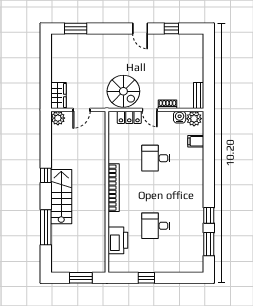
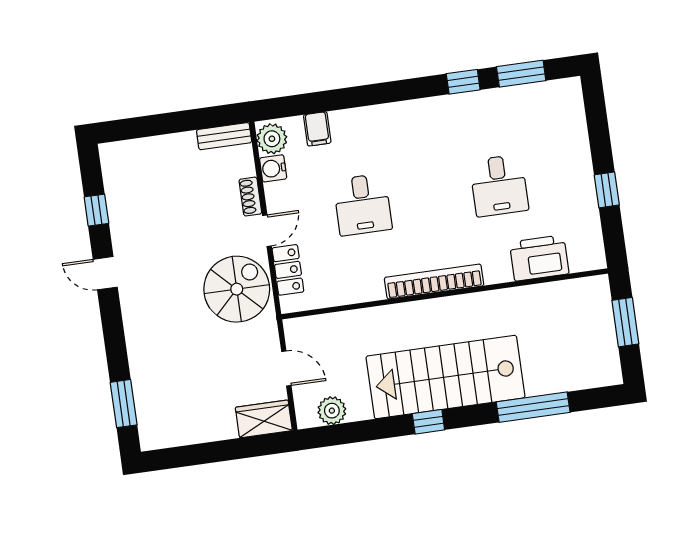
door: (140, 28) -> (105, 273), swing flipped
plant: (58, 118) -> (332, 411), moved
stairs: (61, 197) -> (445, 377), width x1.36, depth x1.51

